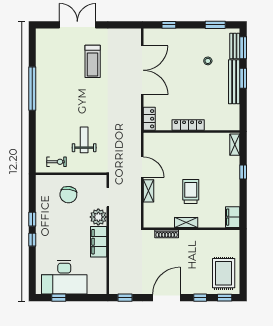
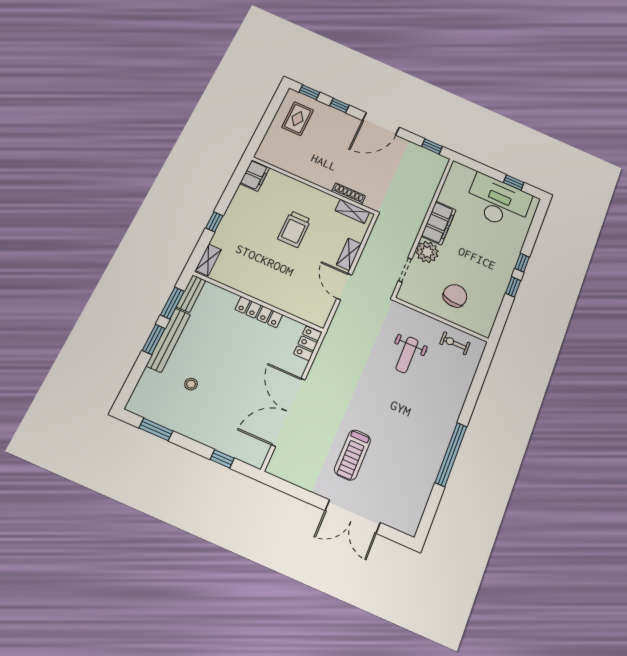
bench: (235, 46) -> (191, 294), moved
window: (243, 48) -> (172, 303), moved
treadmill: (93, 61) -> (353, 455), turned 180
shelving: (186, 223) -> (352, 211), moved
rug: (224, 273) -> (298, 119), width x0.73, depth x0.70

